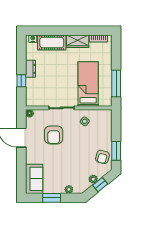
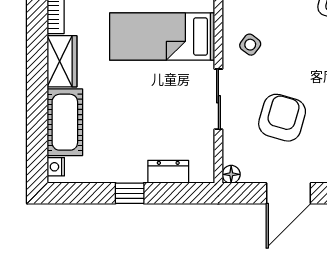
dresser: (31, 69) -> (168, 172), moved
window: (21, 81) -> (130, 193), moved
armchair: (54, 135) -> (282, 118), turned -74

